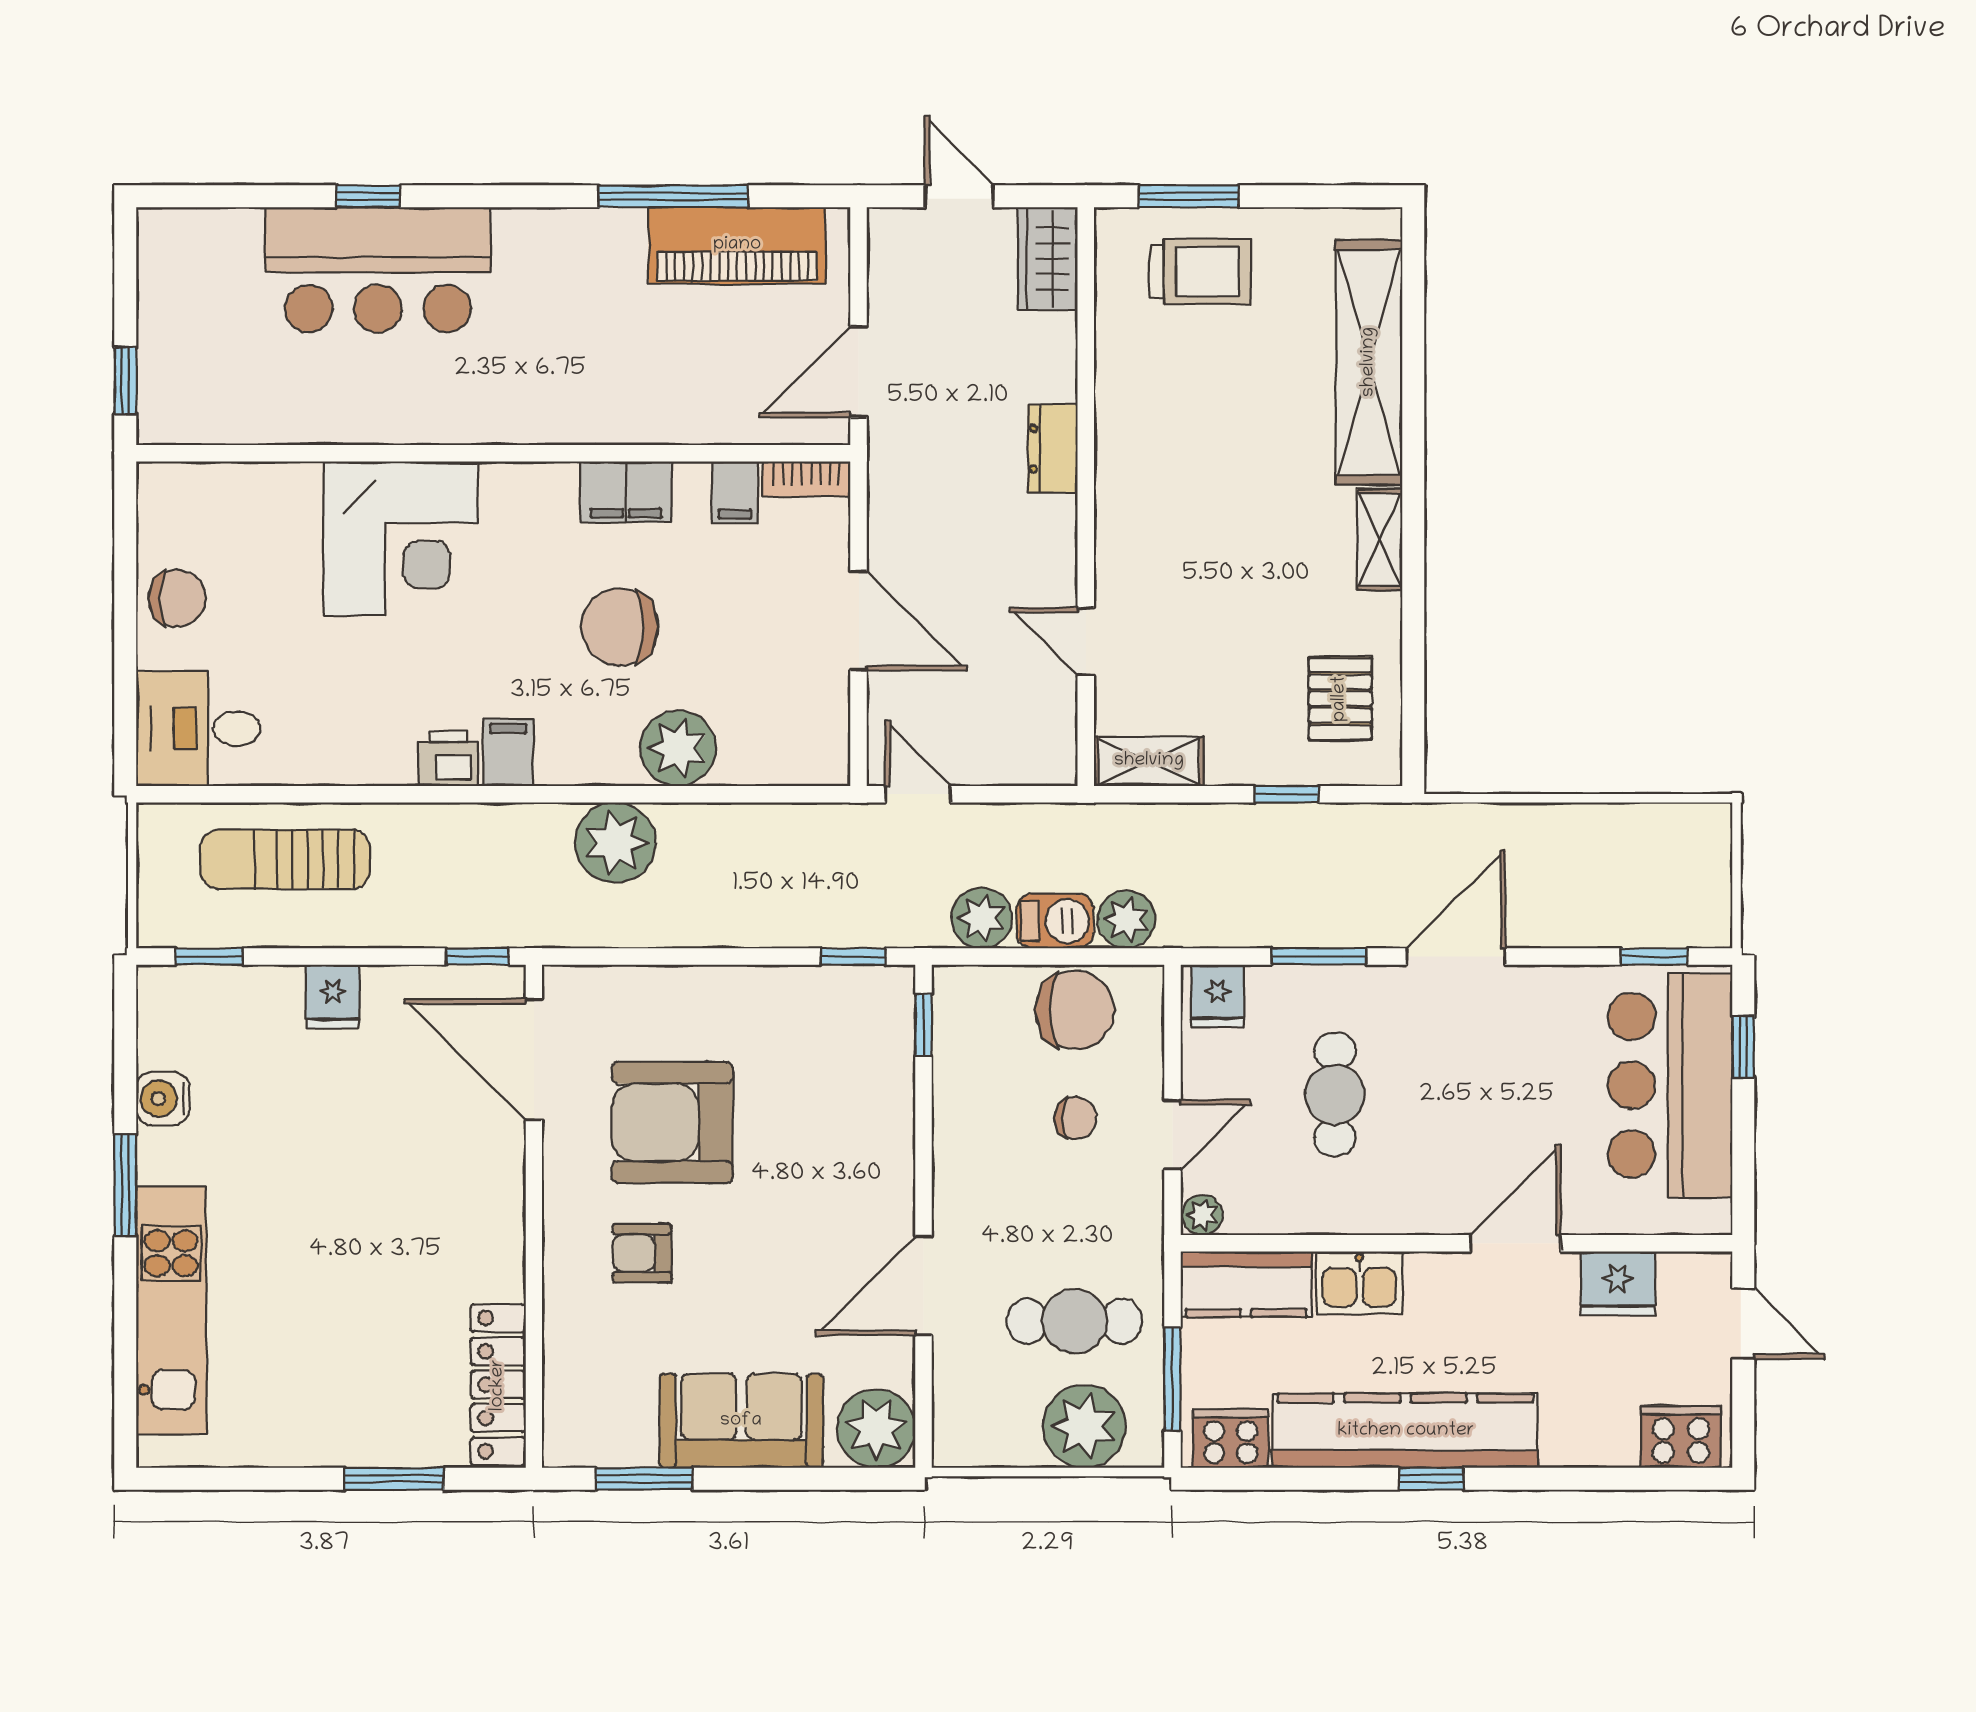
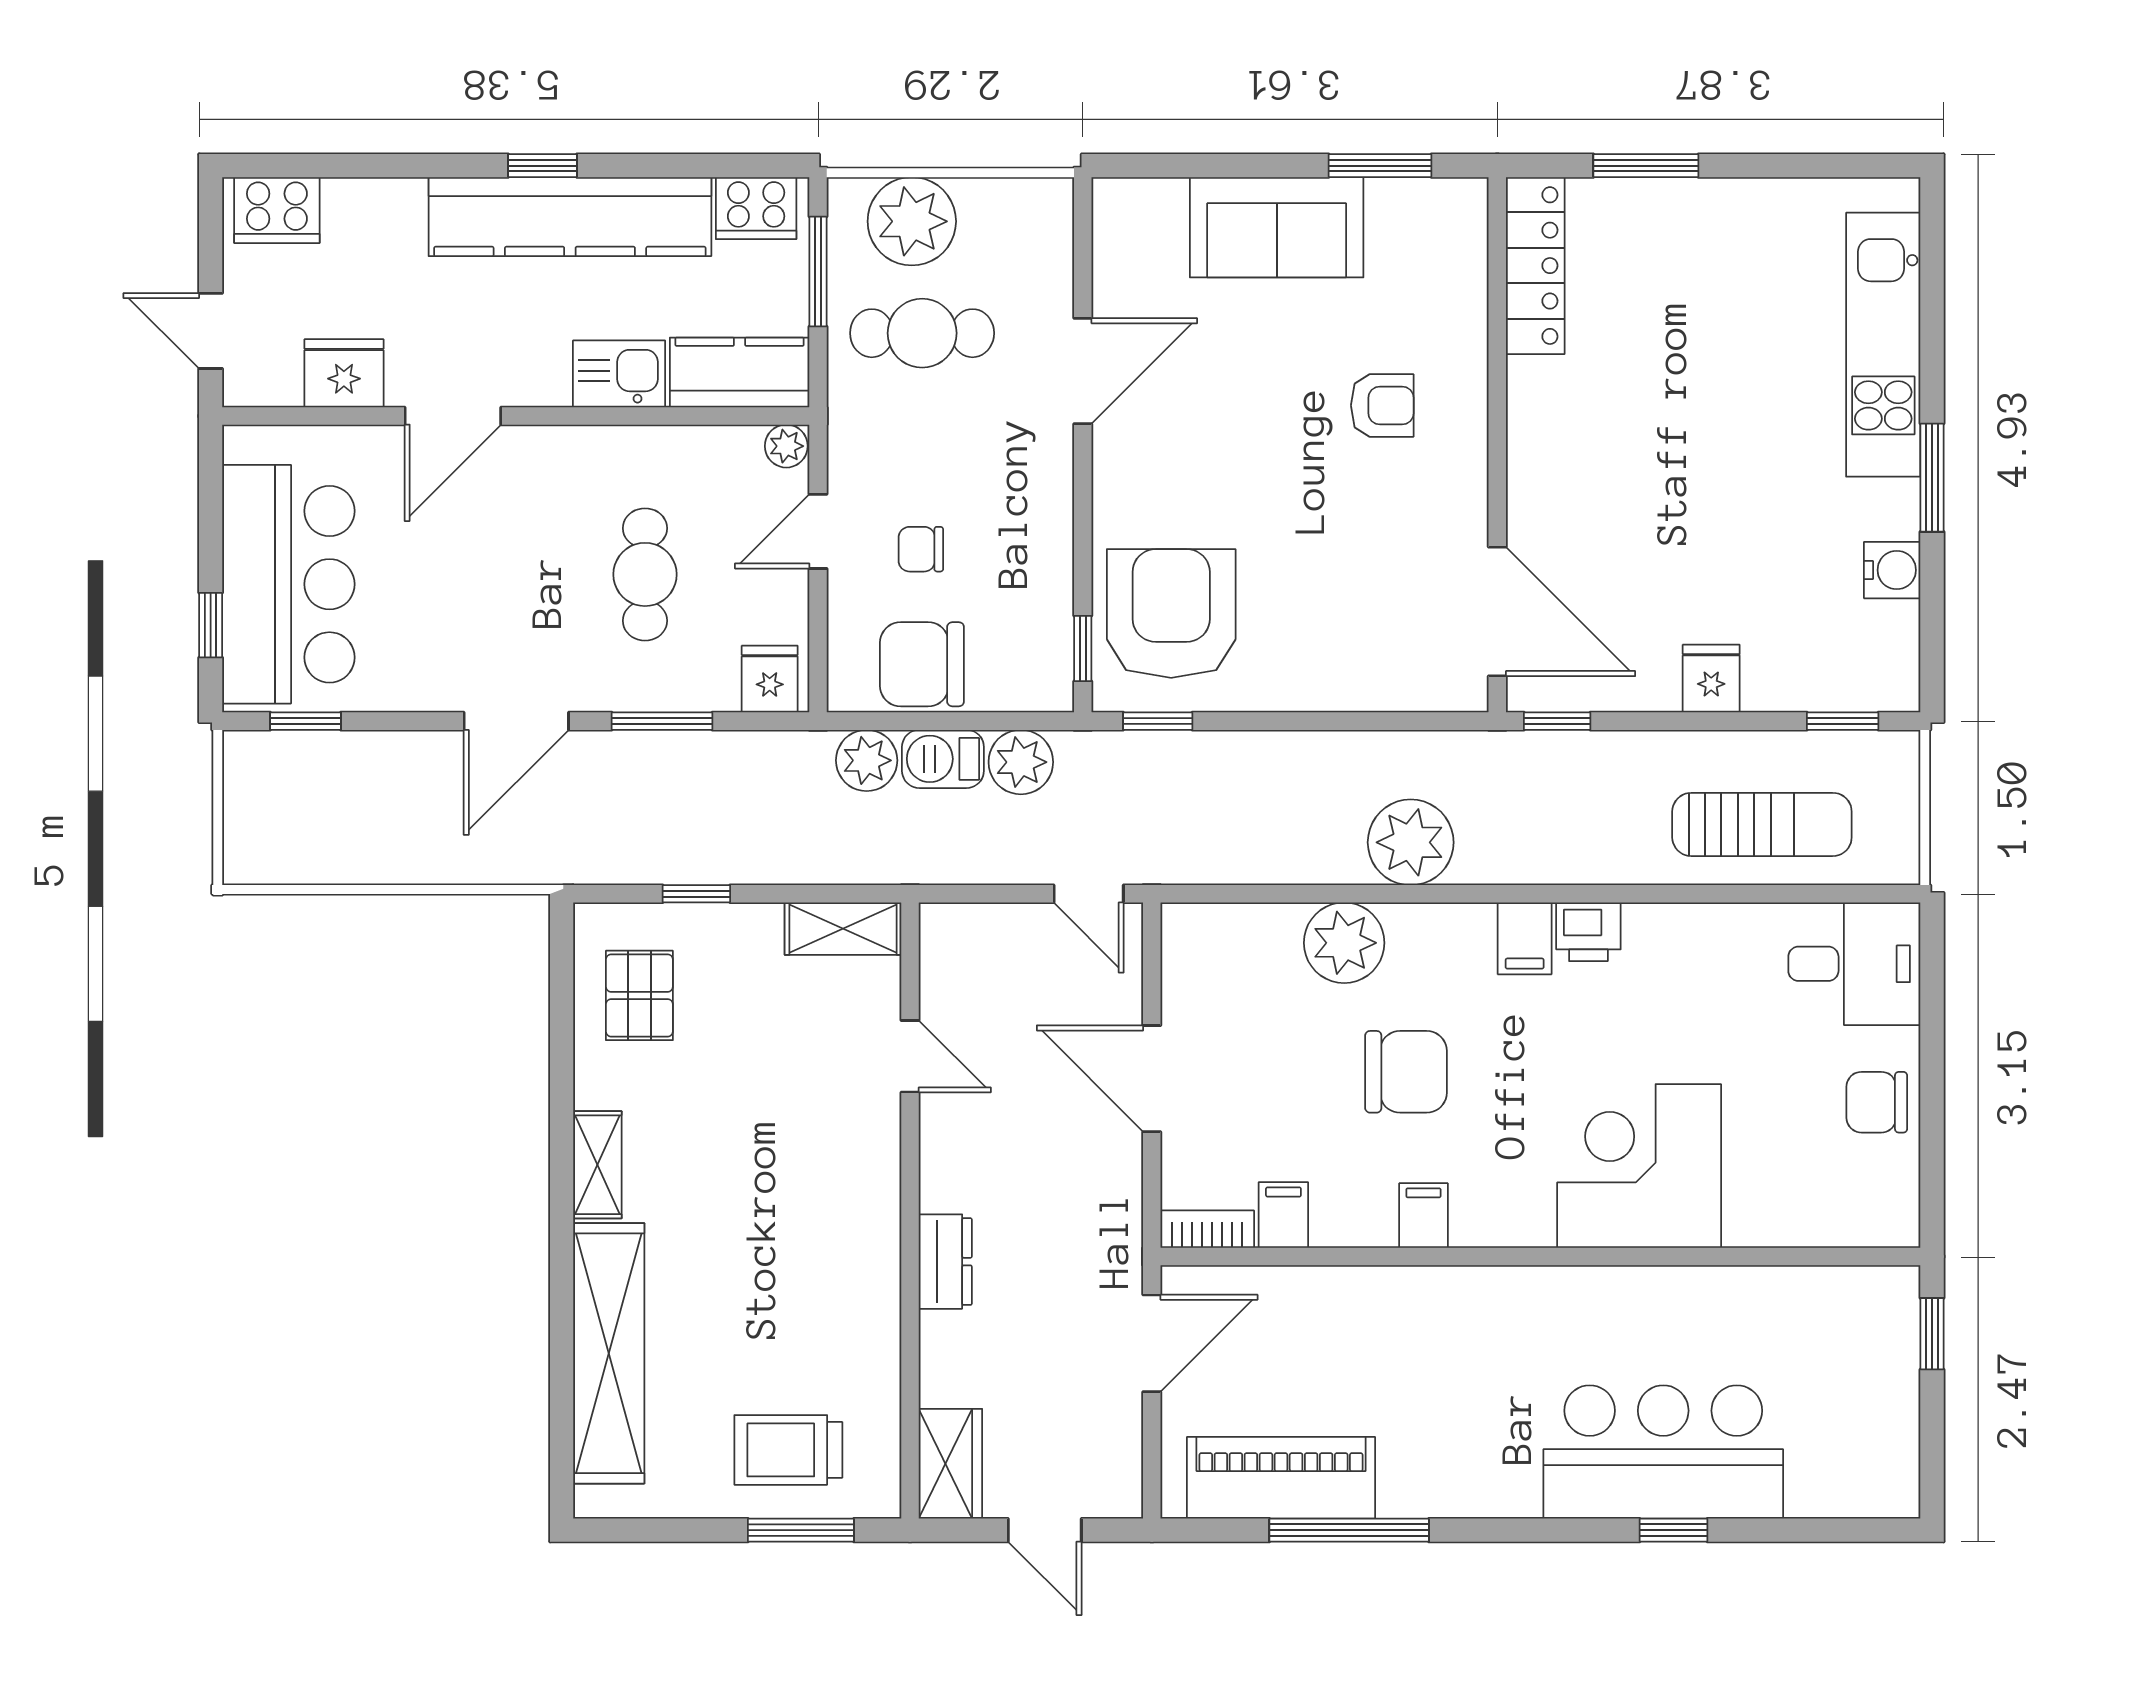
filing cabinet: (626, 492) -> (1423, 1216), width x0.50
armchair: (672, 1122) -> (1171, 613), moved, turned -90
plant: (876, 1429) -> (1133, 219), removed

